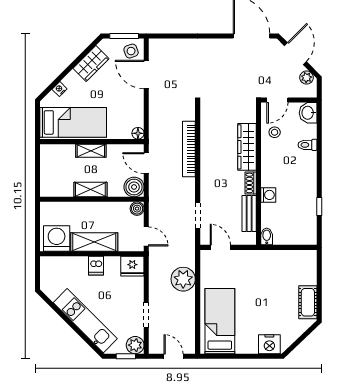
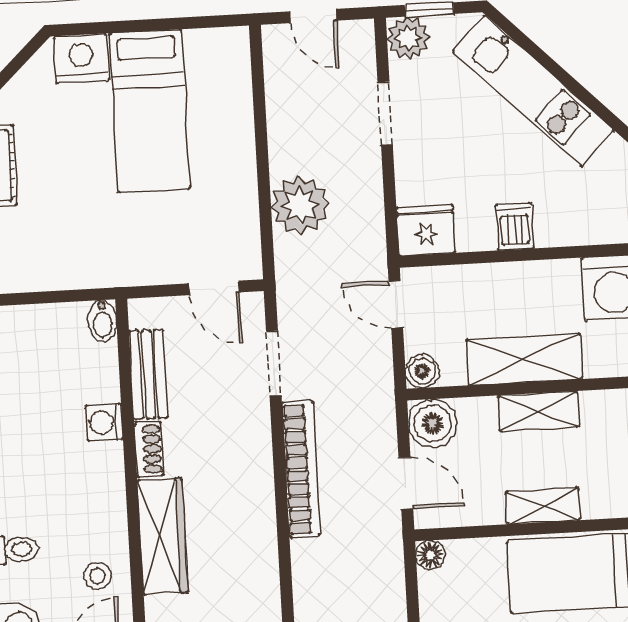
bookcase: (189, 149) -> (301, 469), moved
shelving: (94, 242) -> (524, 359), moved
bed: (220, 321) -> (150, 111), moved

